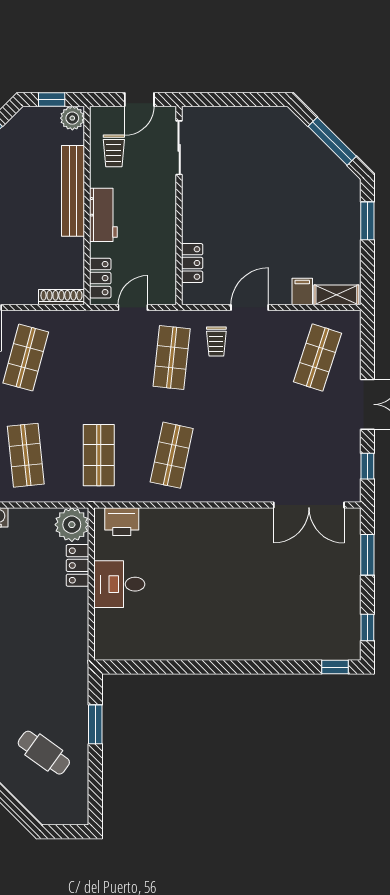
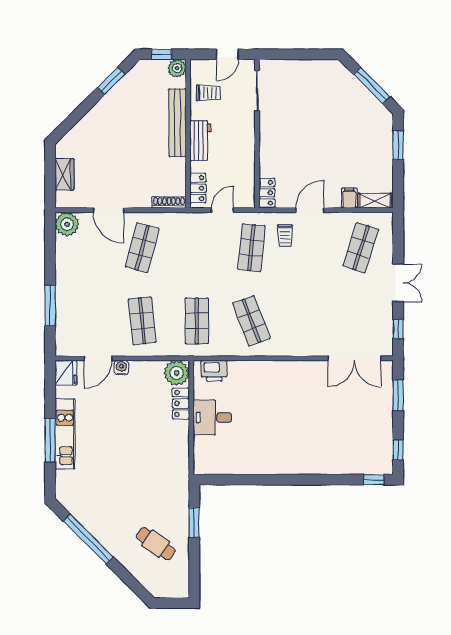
trolley: (114, 151) -> (208, 93), turned -90
locker: (192, 263) -> (267, 193), moved
shop shelf: (172, 455) -> (251, 321), turned -33

